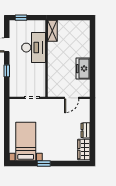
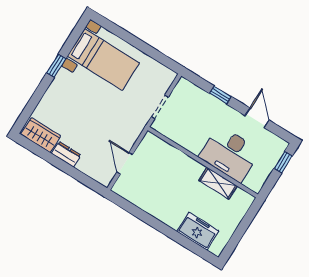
shelving: (52, 31) -> (218, 183), moved
freezer: (83, 69) -> (198, 231), moved

